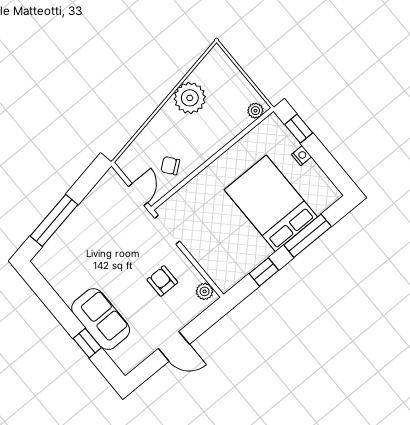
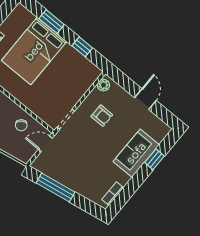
window: (54, 220) -> (56, 188), moved
window: (308, 236) -> (52, 21), width x0.69
bookcase: (50, 275) -> (113, 194), added
armchair: (162, 281) -> (102, 116), turned -90

